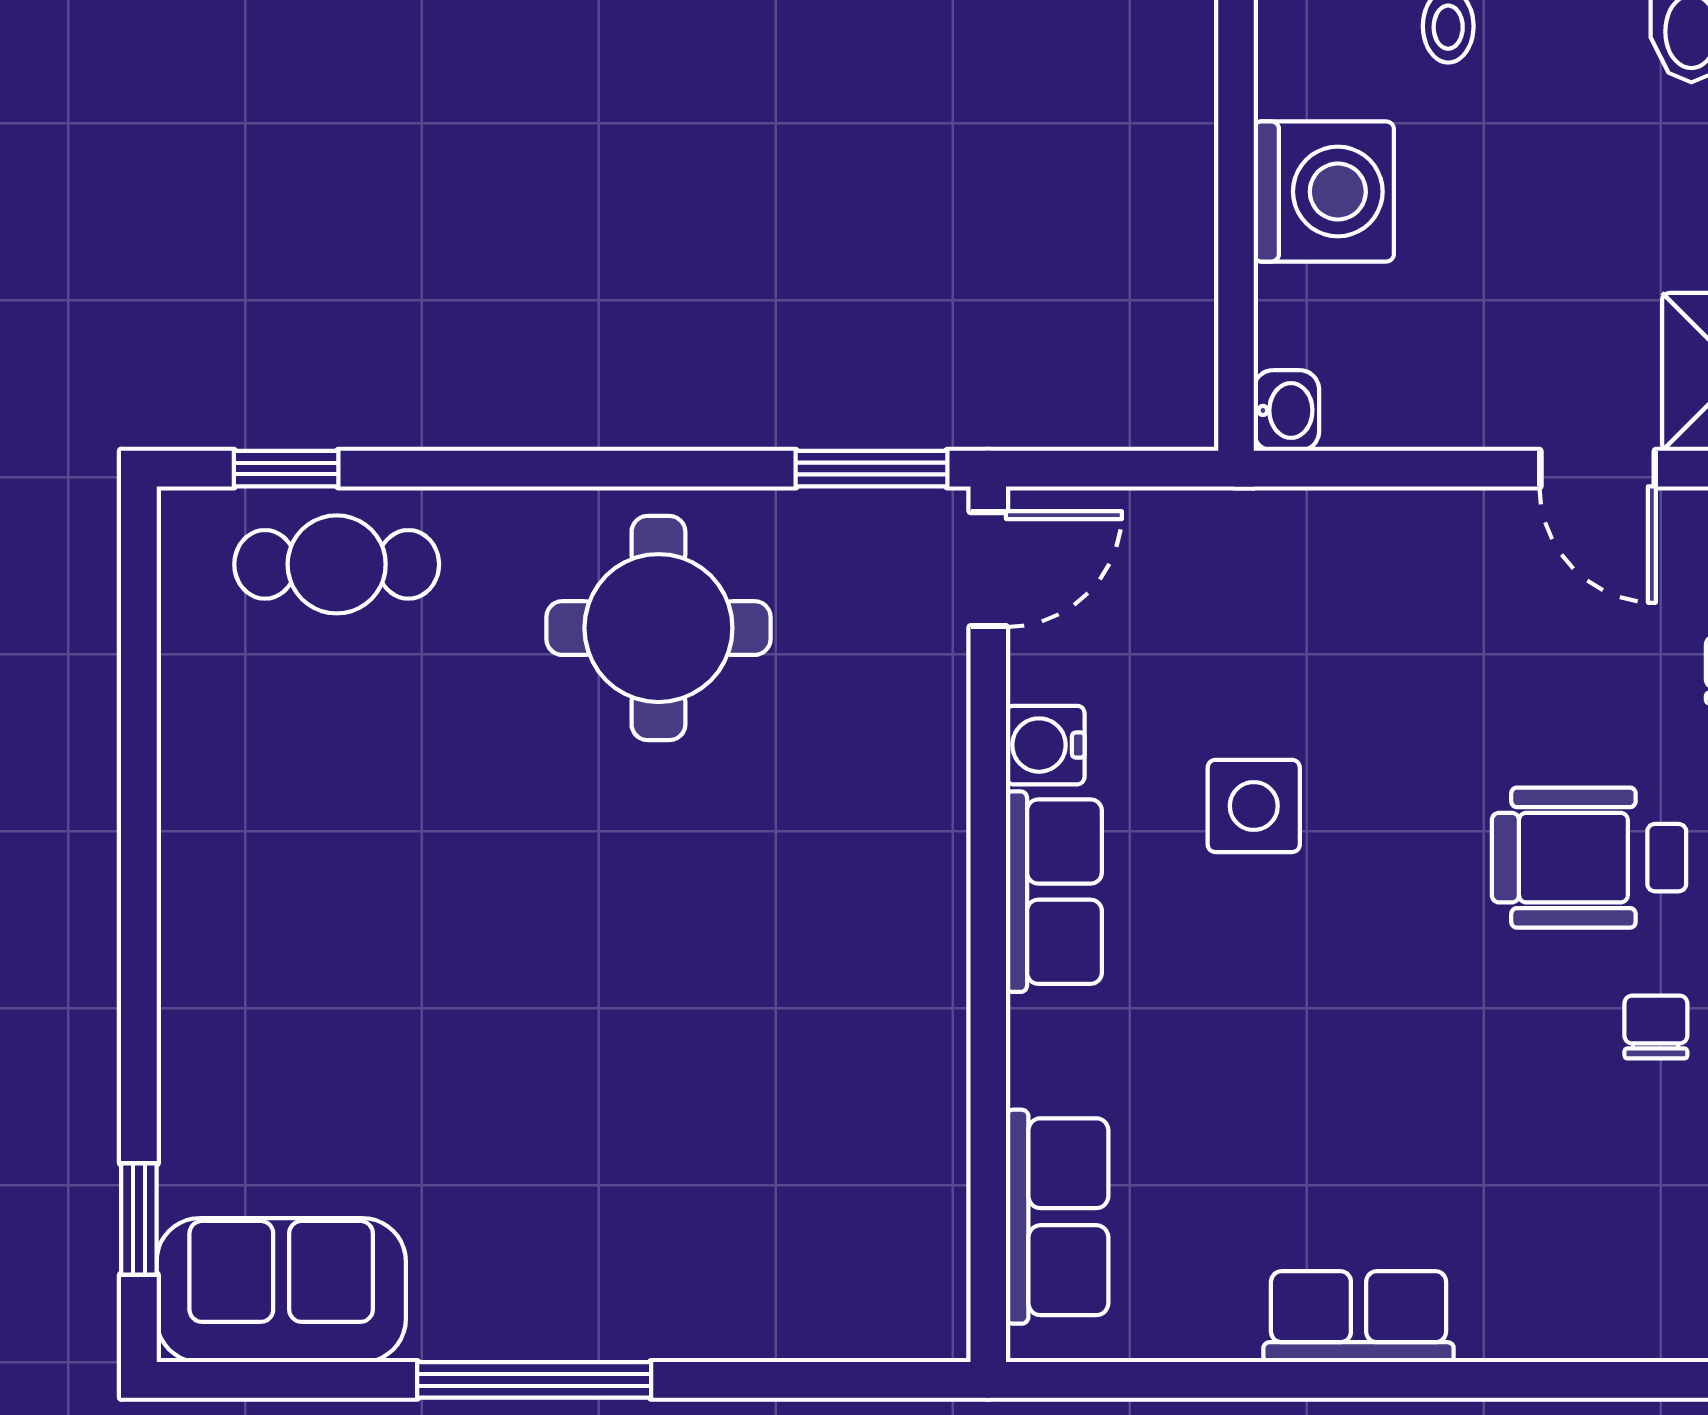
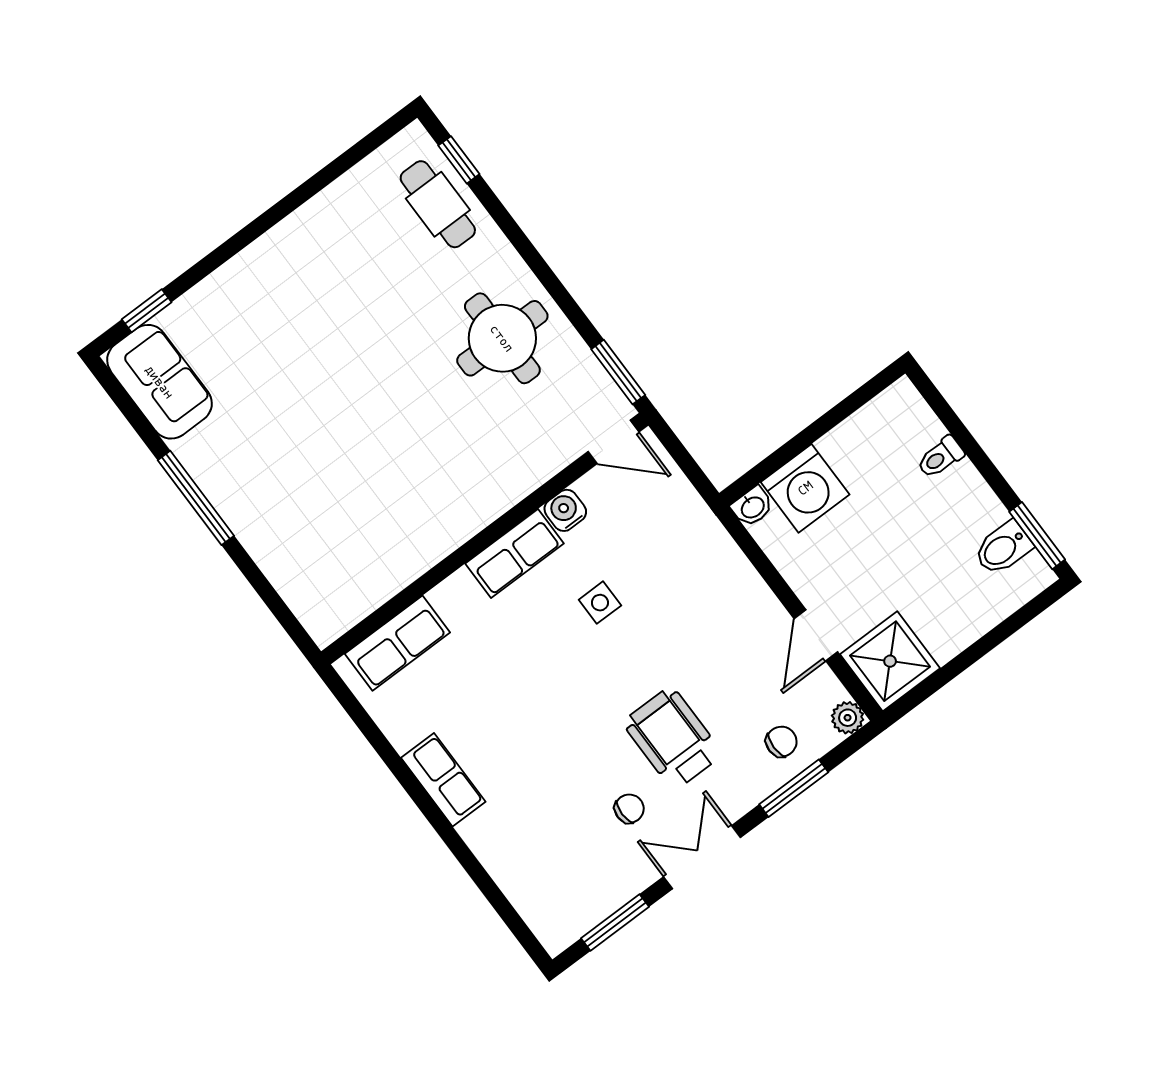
washing machine: (1324, 192) -> (805, 488), moved
side table: (1254, 806) -> (600, 603), width x0.73, depth x0.73

